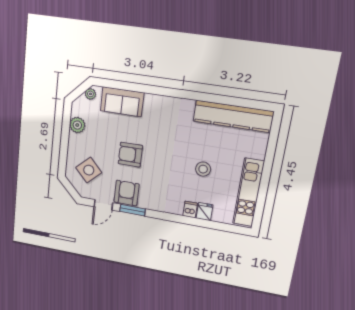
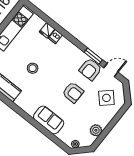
sofa: (122, 102) -> (49, 120), moved
stool: (203, 169) -> (33, 68), moved

